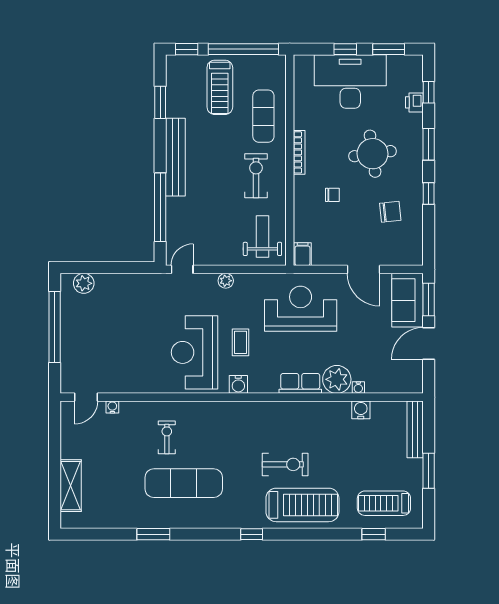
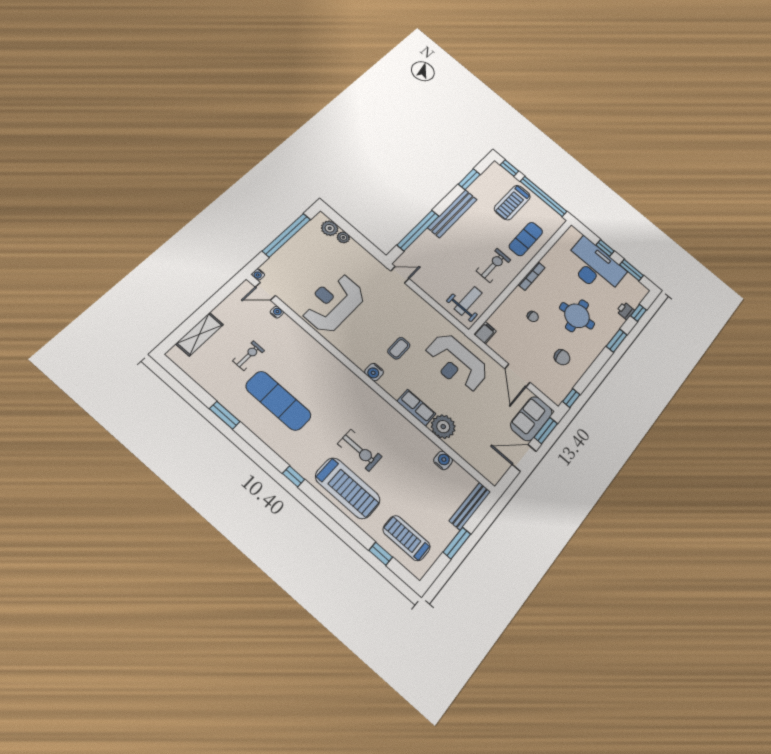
window: (429, 193) -> (571, 398), moved
plant: (226, 281) -> (343, 237), moved
reception desk: (301, 309) -> (456, 363), turned 180
reception desk: (195, 352) -> (333, 303), moved
water cooler: (358, 387) -> (258, 275), moved
exercise bike: (167, 437) -> (249, 356), moved

